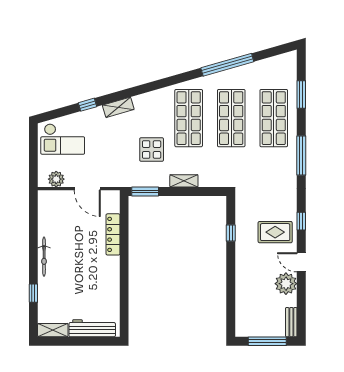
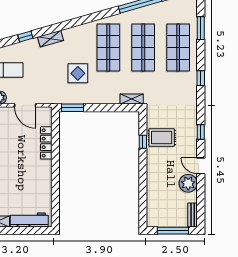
window: (301, 155) -> (201, 78), width x0.46
shelving: (184, 181) -> (132, 99), moved
rug: (275, 232) -> (162, 138), moved

